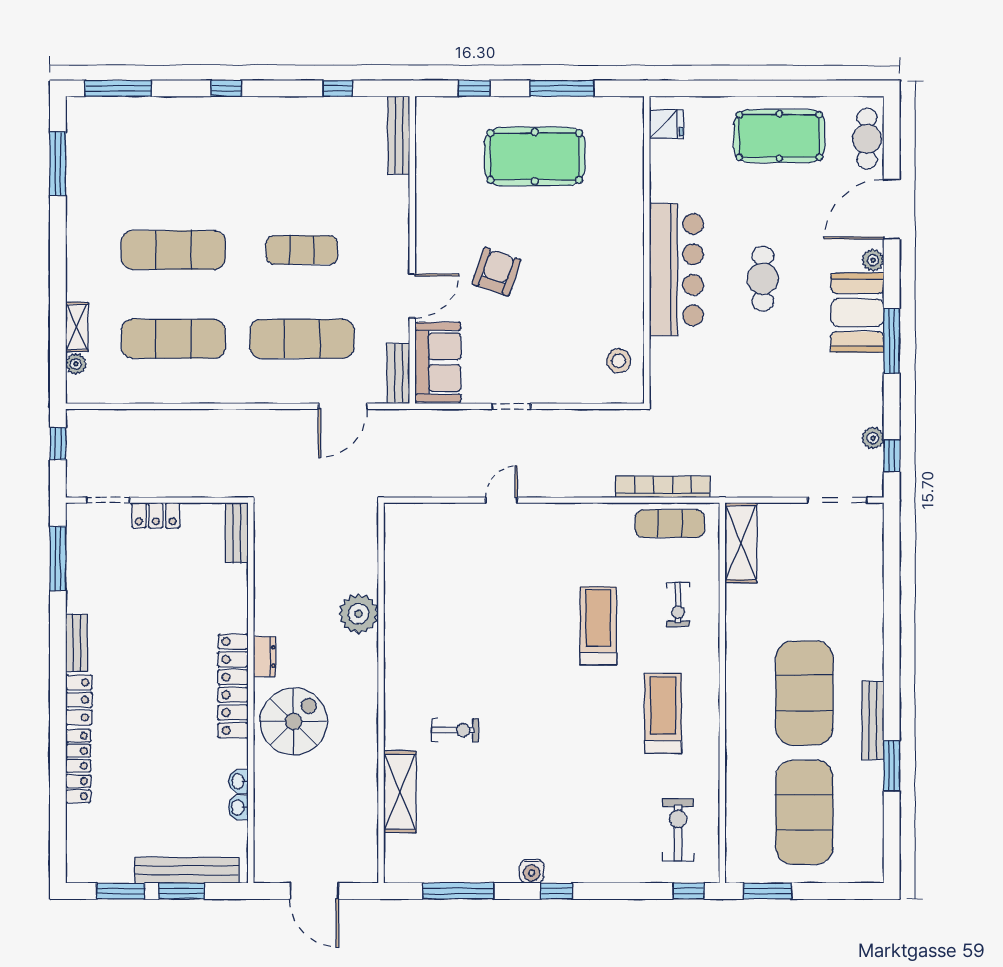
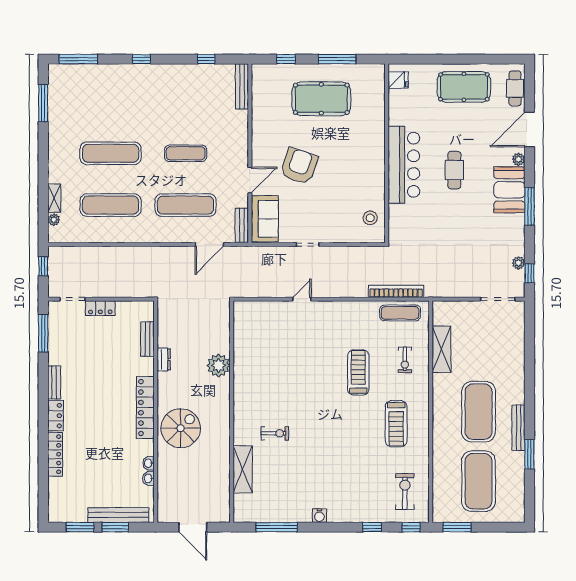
armchair: (497, 272) -> (299, 166), width x1.36, depth x1.36
bench: (237, 533) -> (147, 339), moved
shelving: (741, 543) -> (442, 349), moved
dresser: (264, 656) -> (164, 359), moved
treadmill: (663, 714) -> (396, 424), turned 180
window: (556, 891) -> (372, 527), moved

